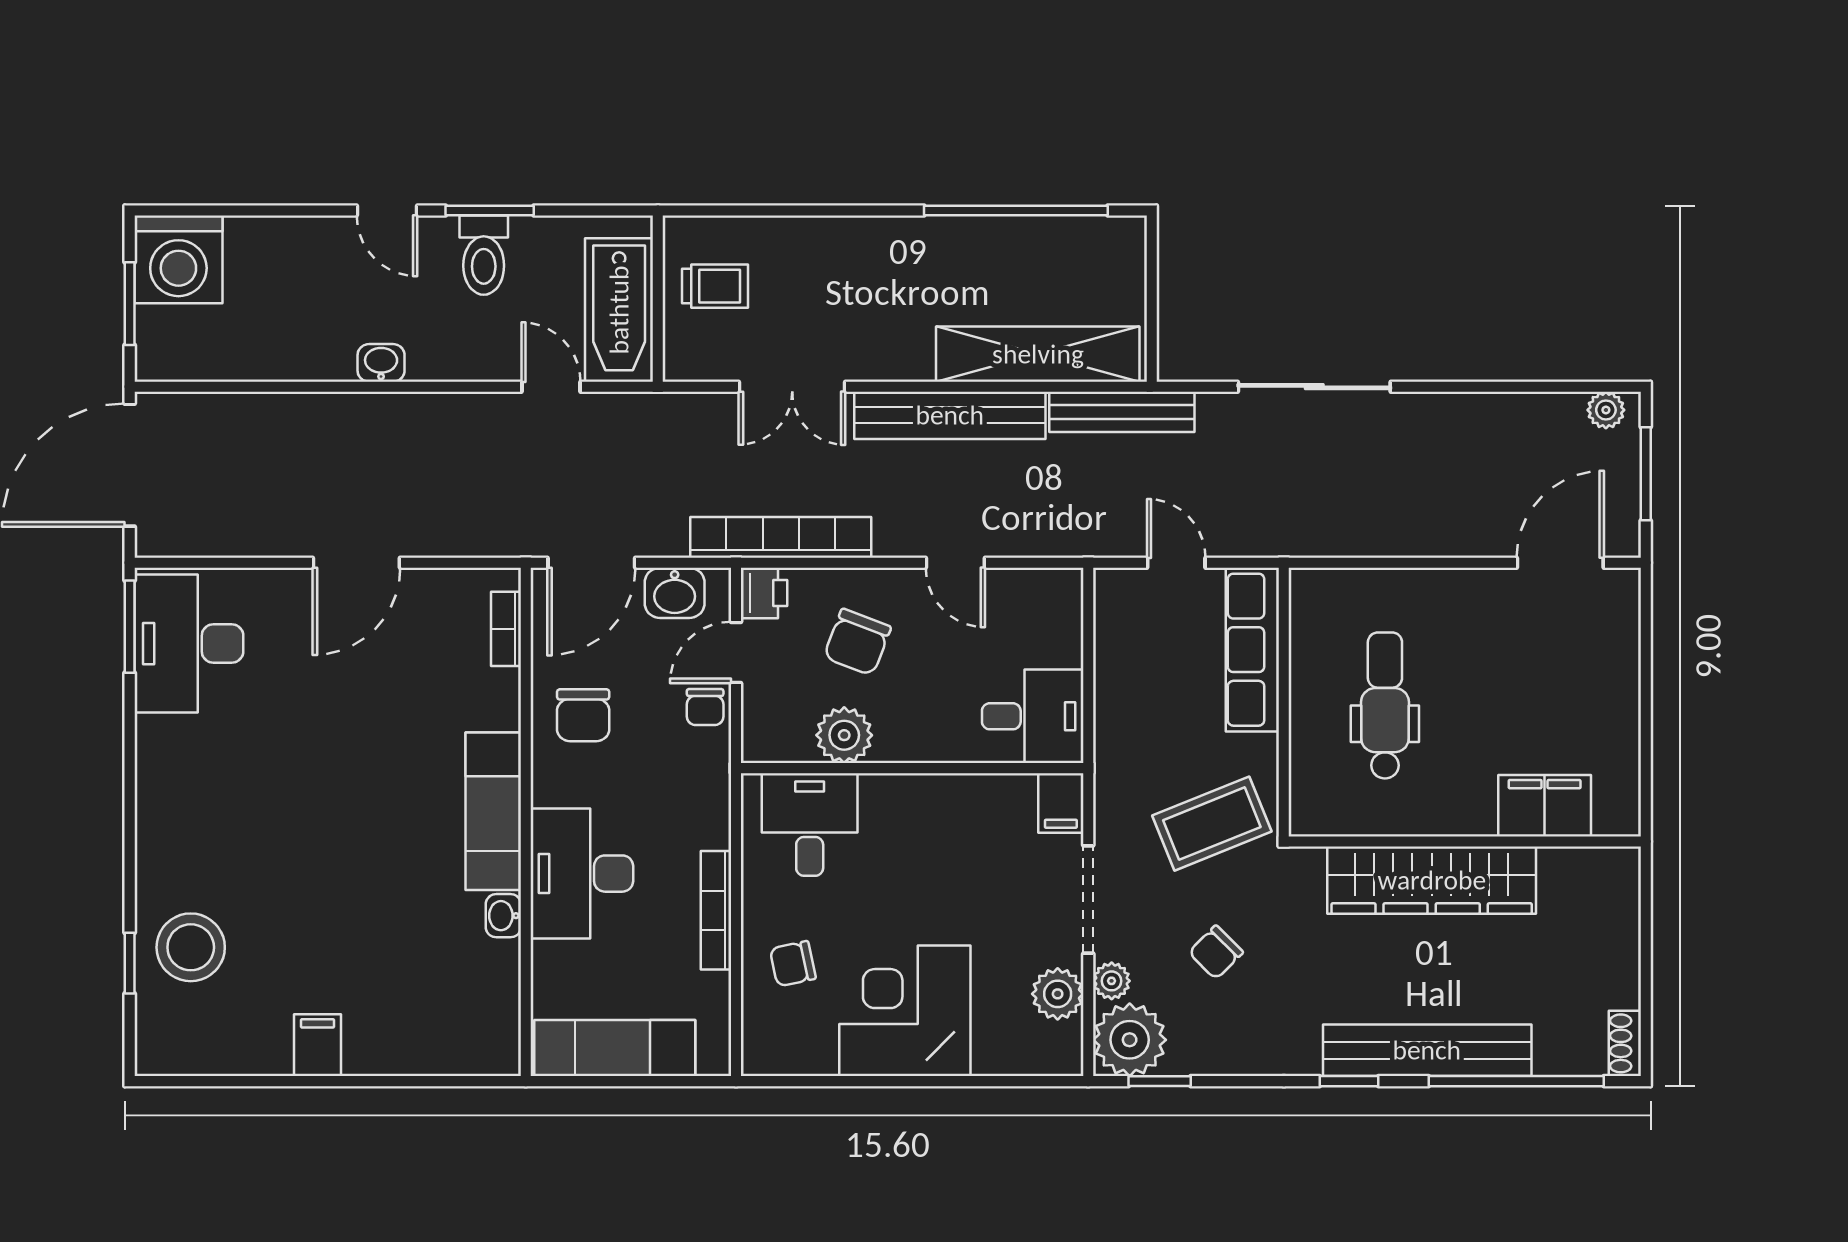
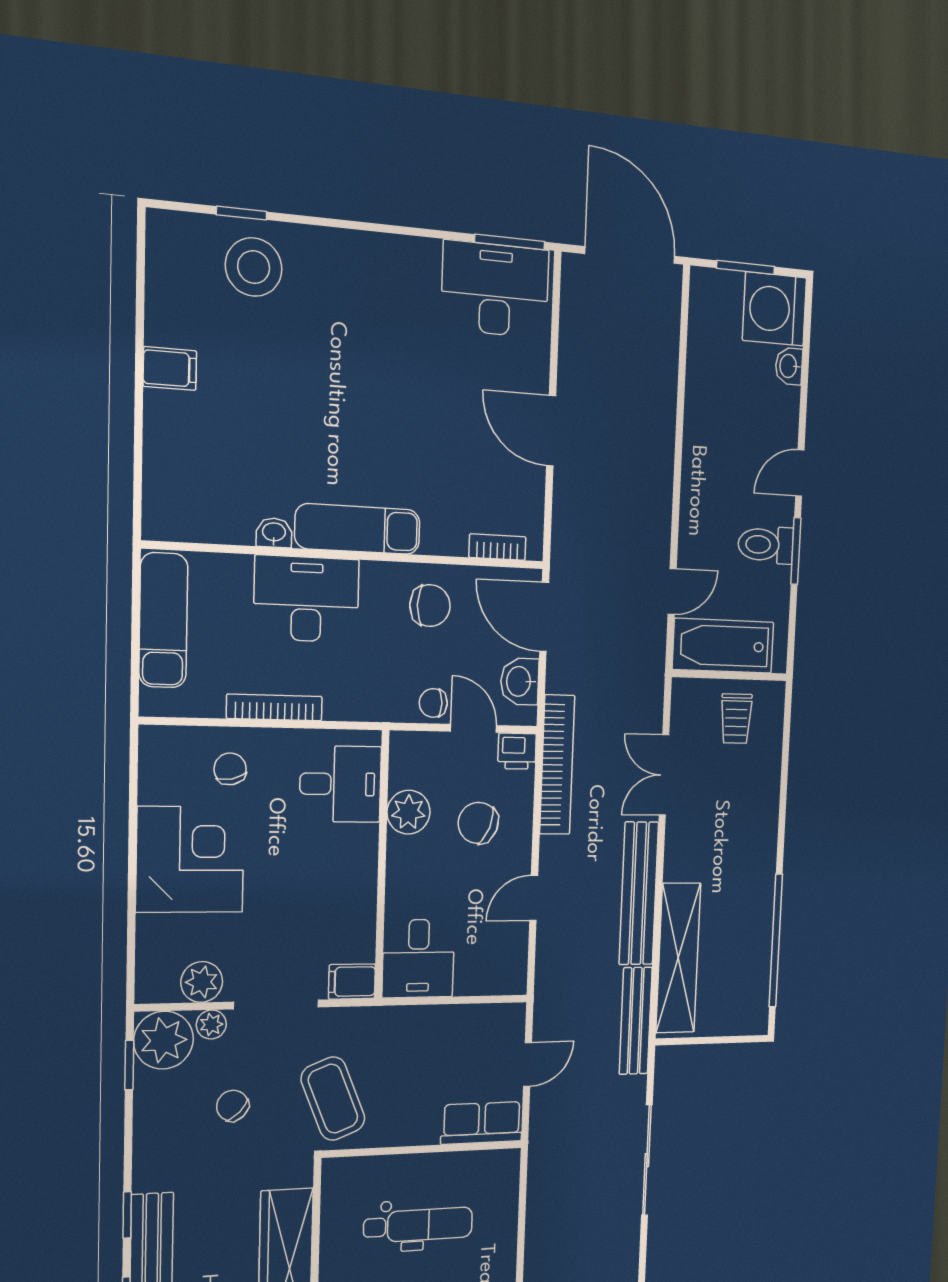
washbasin: (381, 363) -> (789, 366), moved, turned 180
row of seats: (1252, 650) -> (482, 1123), width x0.68
chair: (583, 715) -> (430, 606), turned 180

